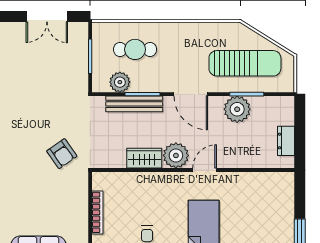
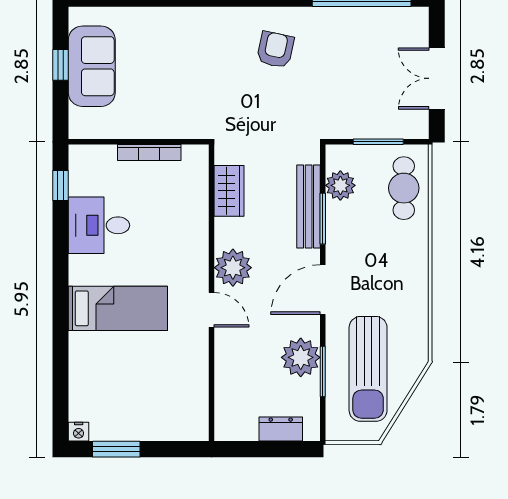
cafe table: (135, 49) -> (404, 188), moved
dresser: (286, 141) -> (281, 429), moved
armchair: (62, 154) -> (275, 50), moved, turned 137
wardrobe: (144, 158) -> (229, 191), moved

